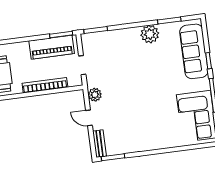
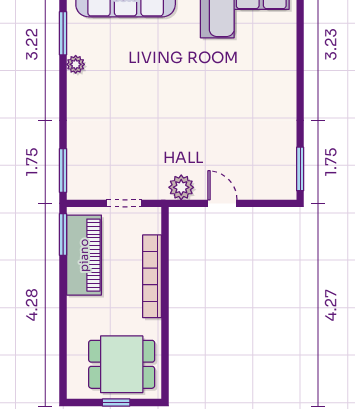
plant: (150, 34) -> (76, 64), width x0.53, depth x0.53
door: (89, 118) -> (222, 203), swing flipped
bench: (100, 144) -> (272, 190), removed

